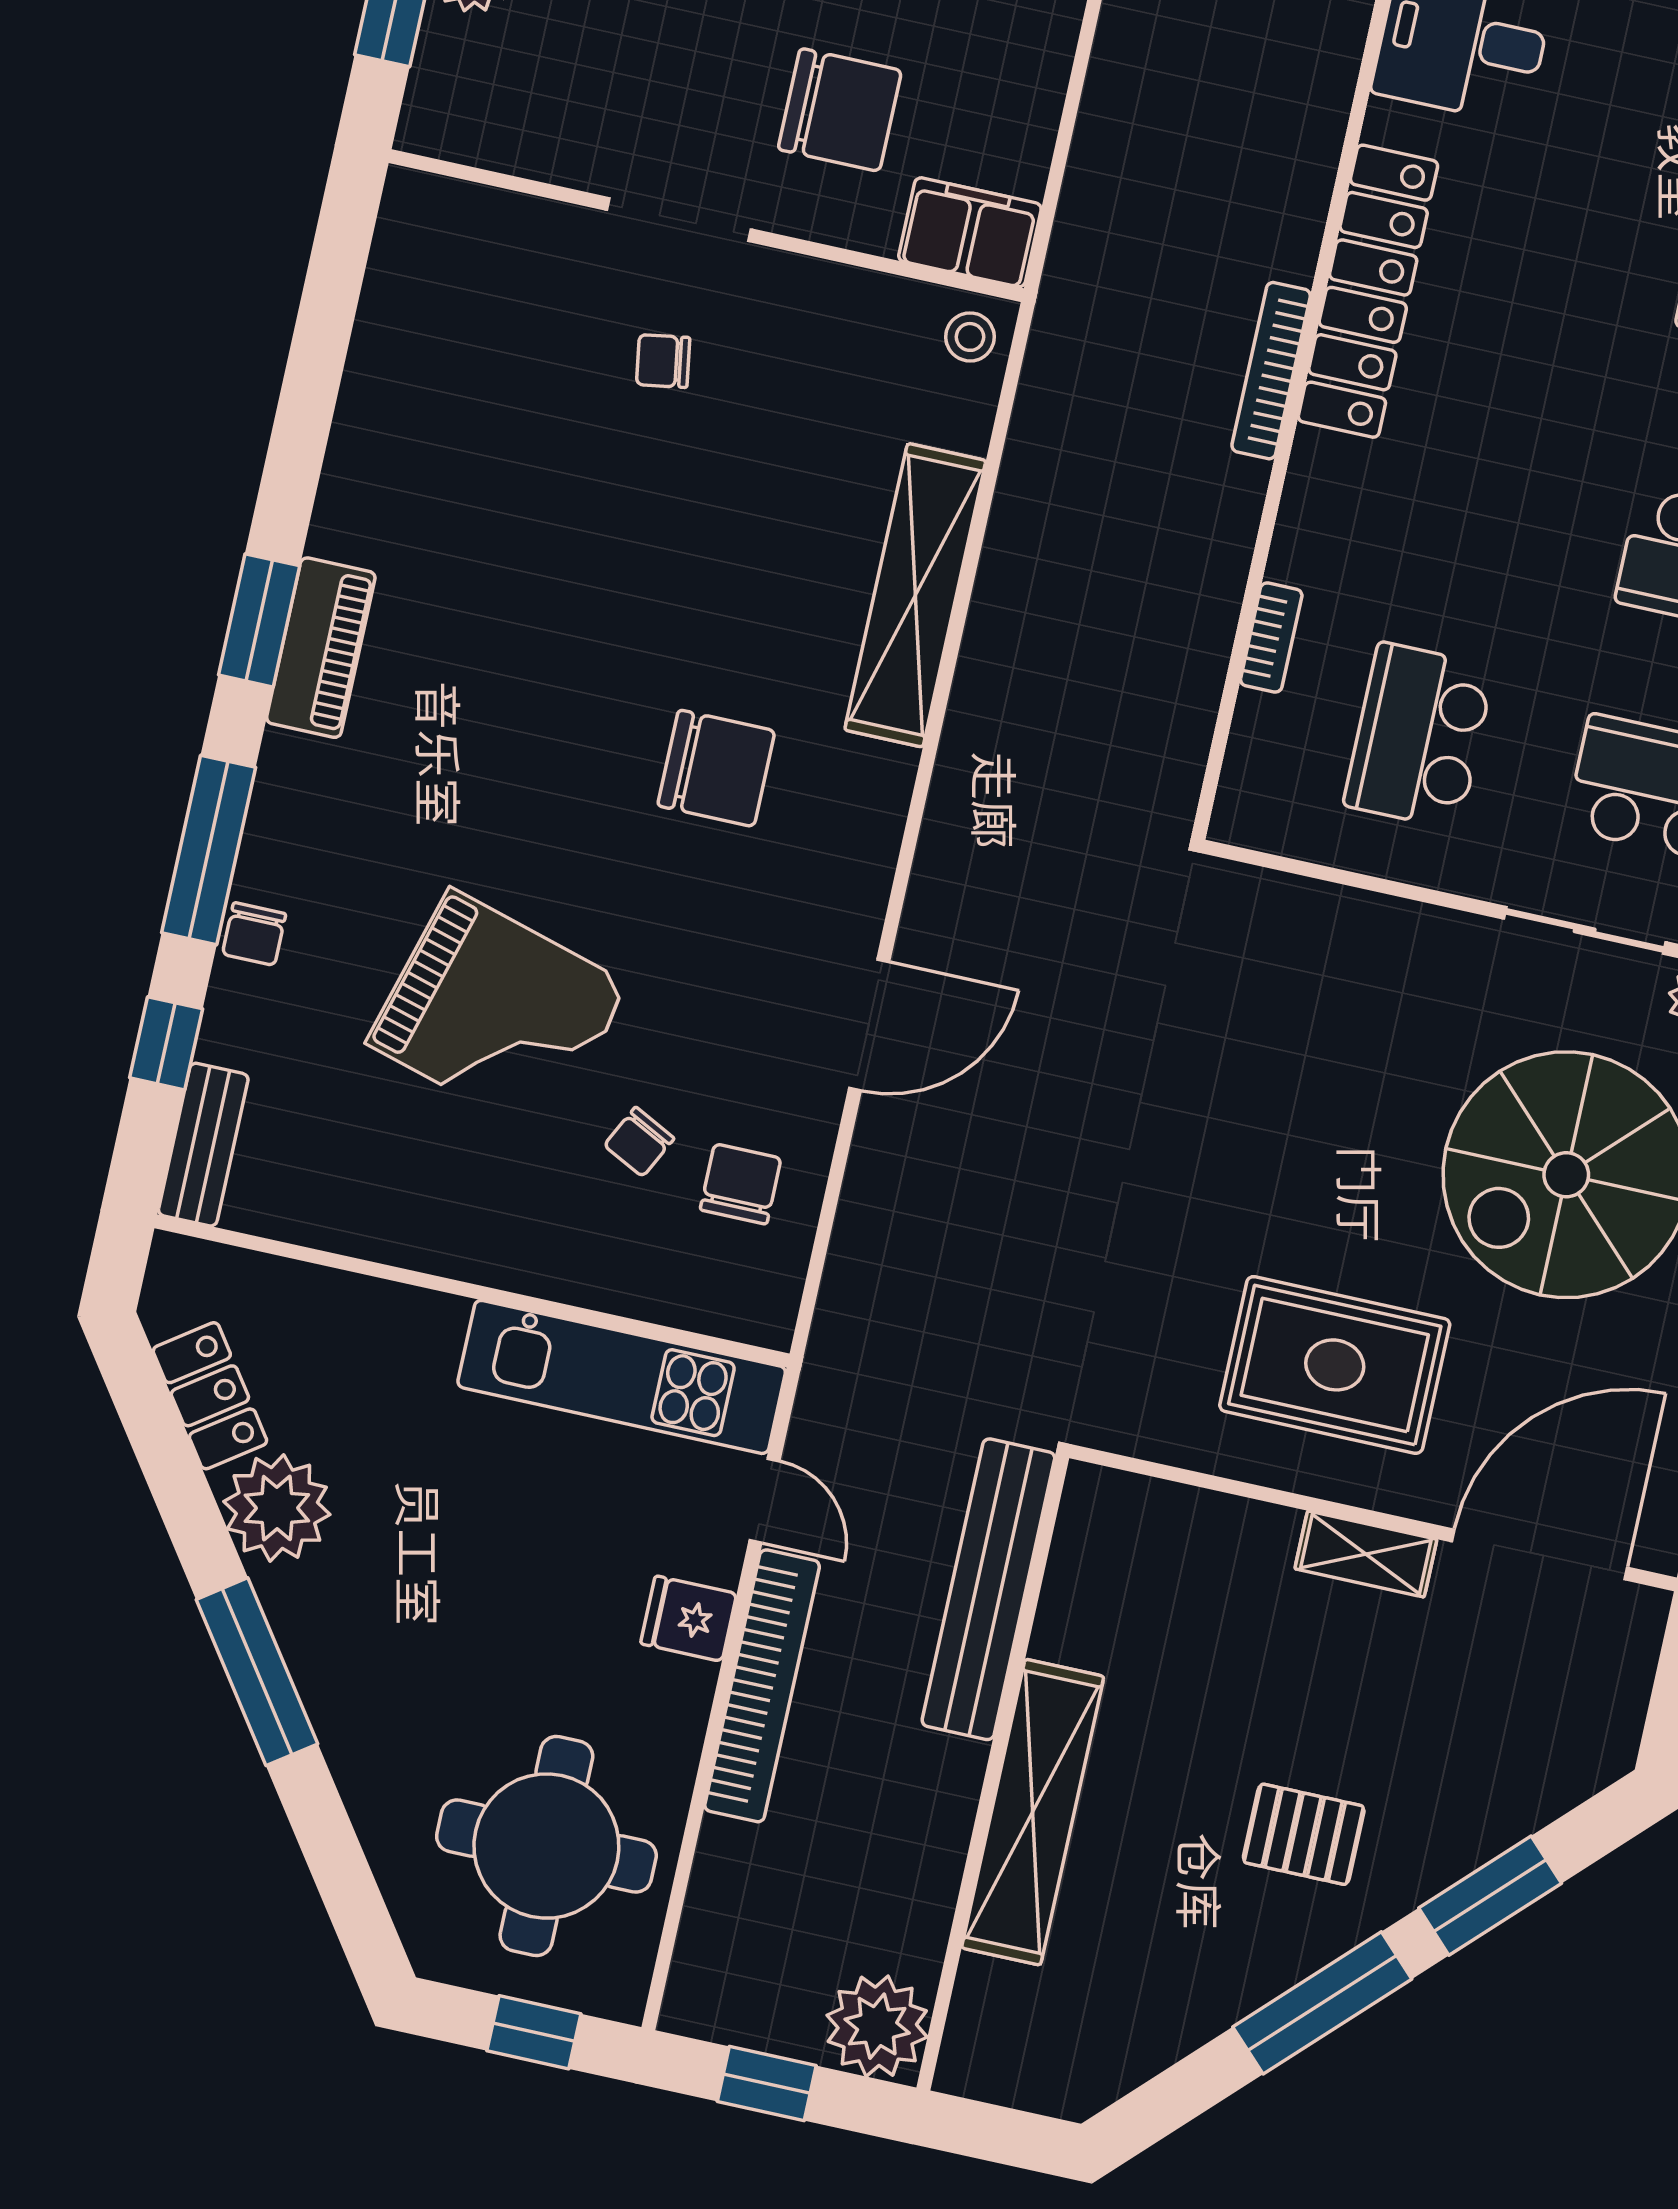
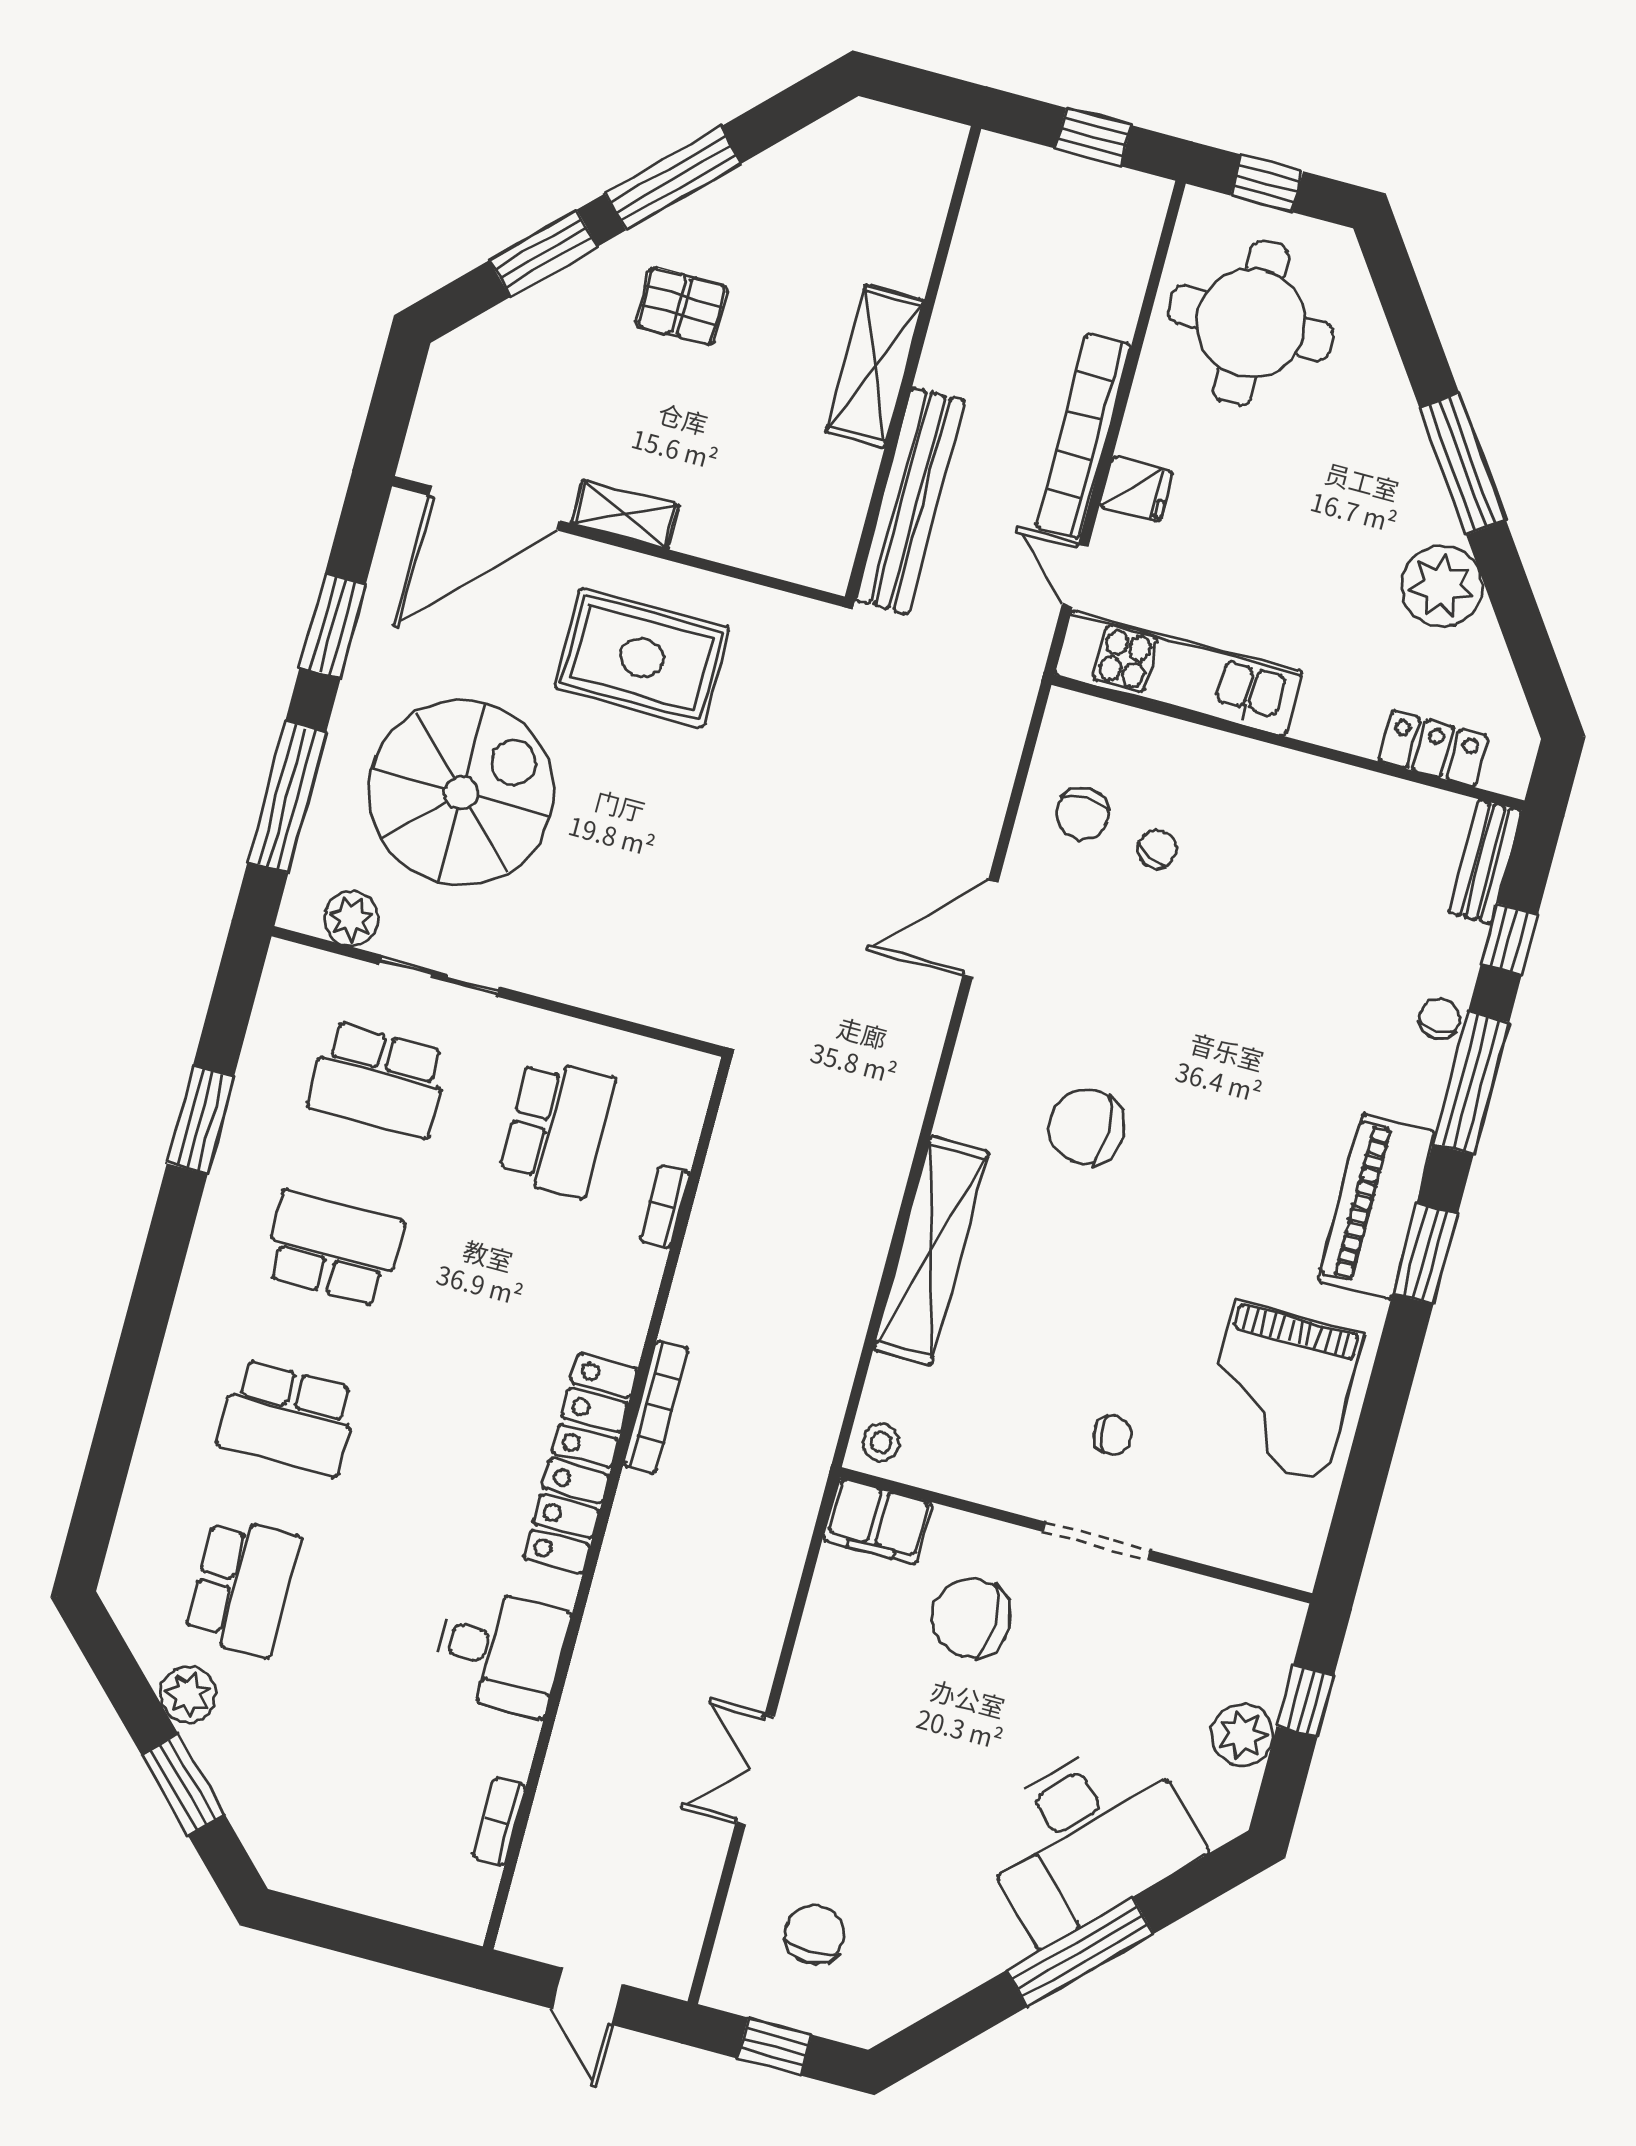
piano: (321, 648) -> (1377, 1206), width x1.37, depth x1.33
grand piano: (498, 1014) -> (1280, 1391), moved, turned -106
locker: (210, 1396) -> (1433, 749), moved, turned 125
shelving: (1033, 1812) -> (875, 366), width x0.68
plant: (877, 2026) -> (1009, 176), removed

